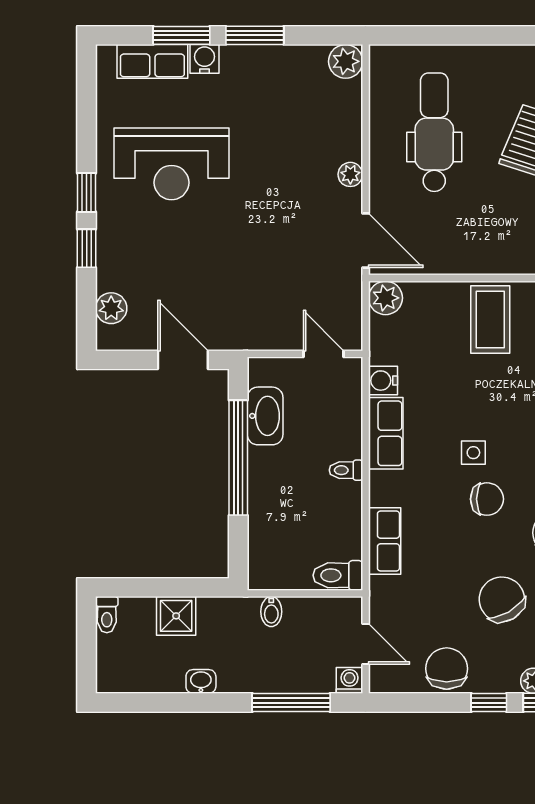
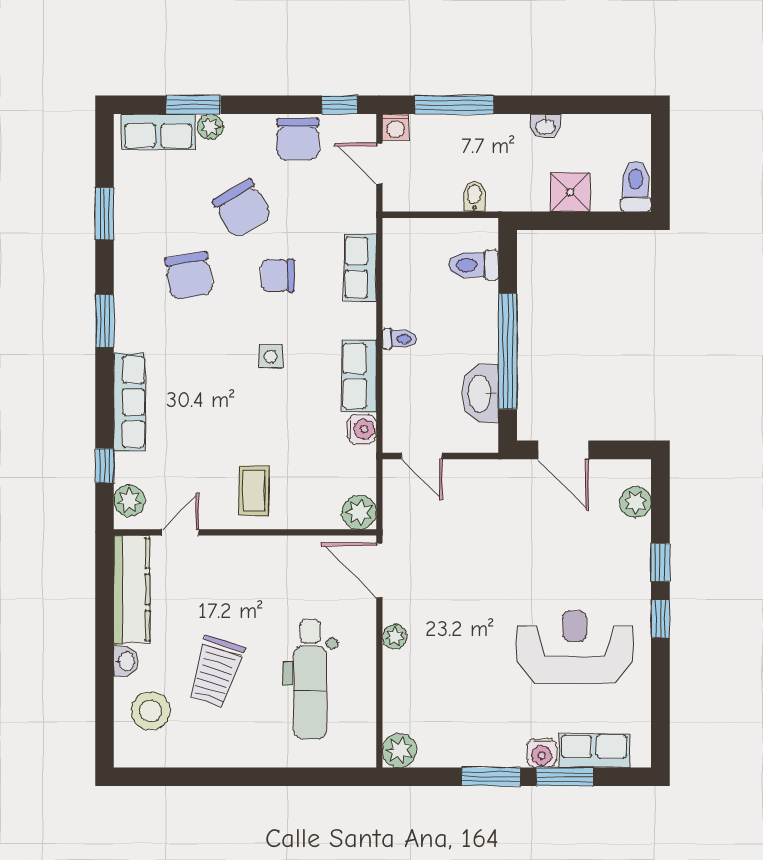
coffee table: (490, 320) -> (254, 491), width x0.73, depth x0.77
chair: (487, 499) -> (278, 275), moved
toilet: (338, 575) -> (474, 265), moved, turned 180
toilet: (107, 615) -> (636, 186), width x1.37, depth x1.39
window: (489, 703) -> (340, 105), moved

